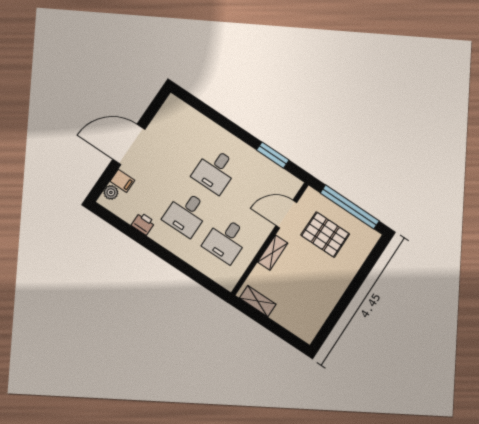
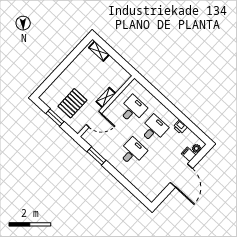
door: (129, 144) -> (181, 176), hinge flipped
window: (350, 207) -> (55, 118), width x0.47
pallet: (325, 235) -> (72, 103), turned 90
shelving: (258, 301) -> (99, 51), moved

